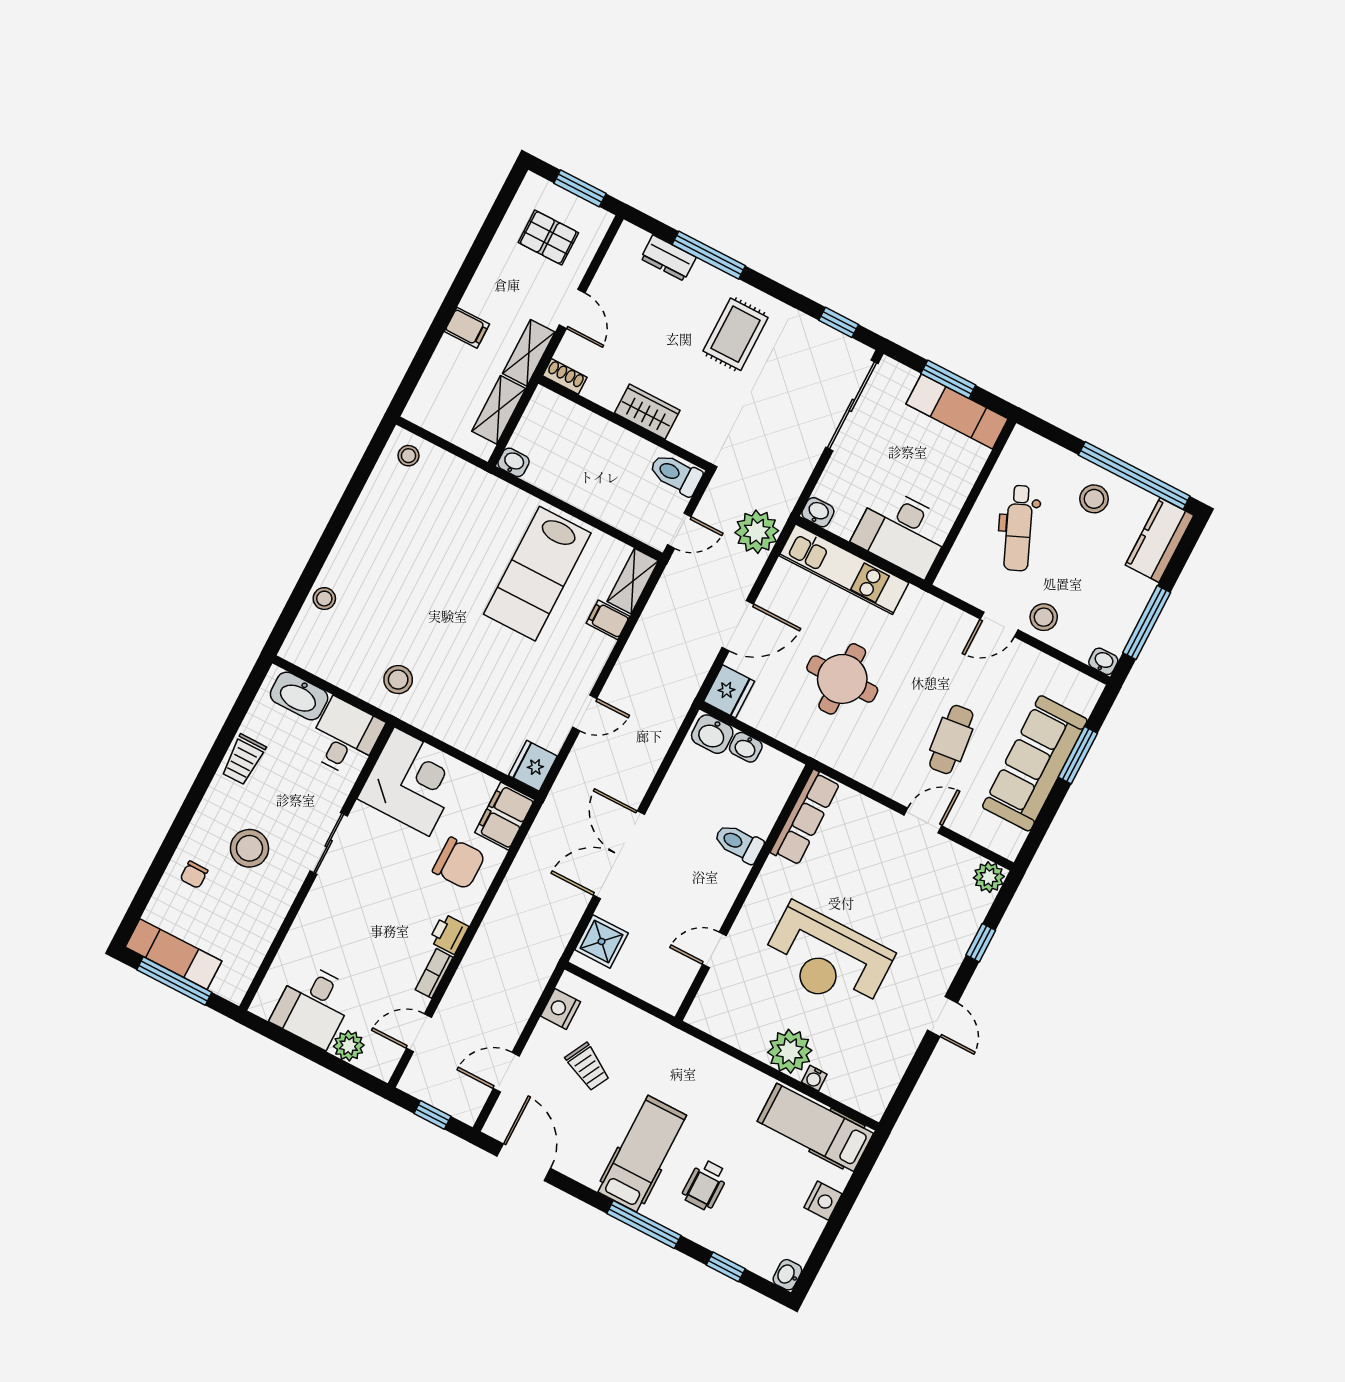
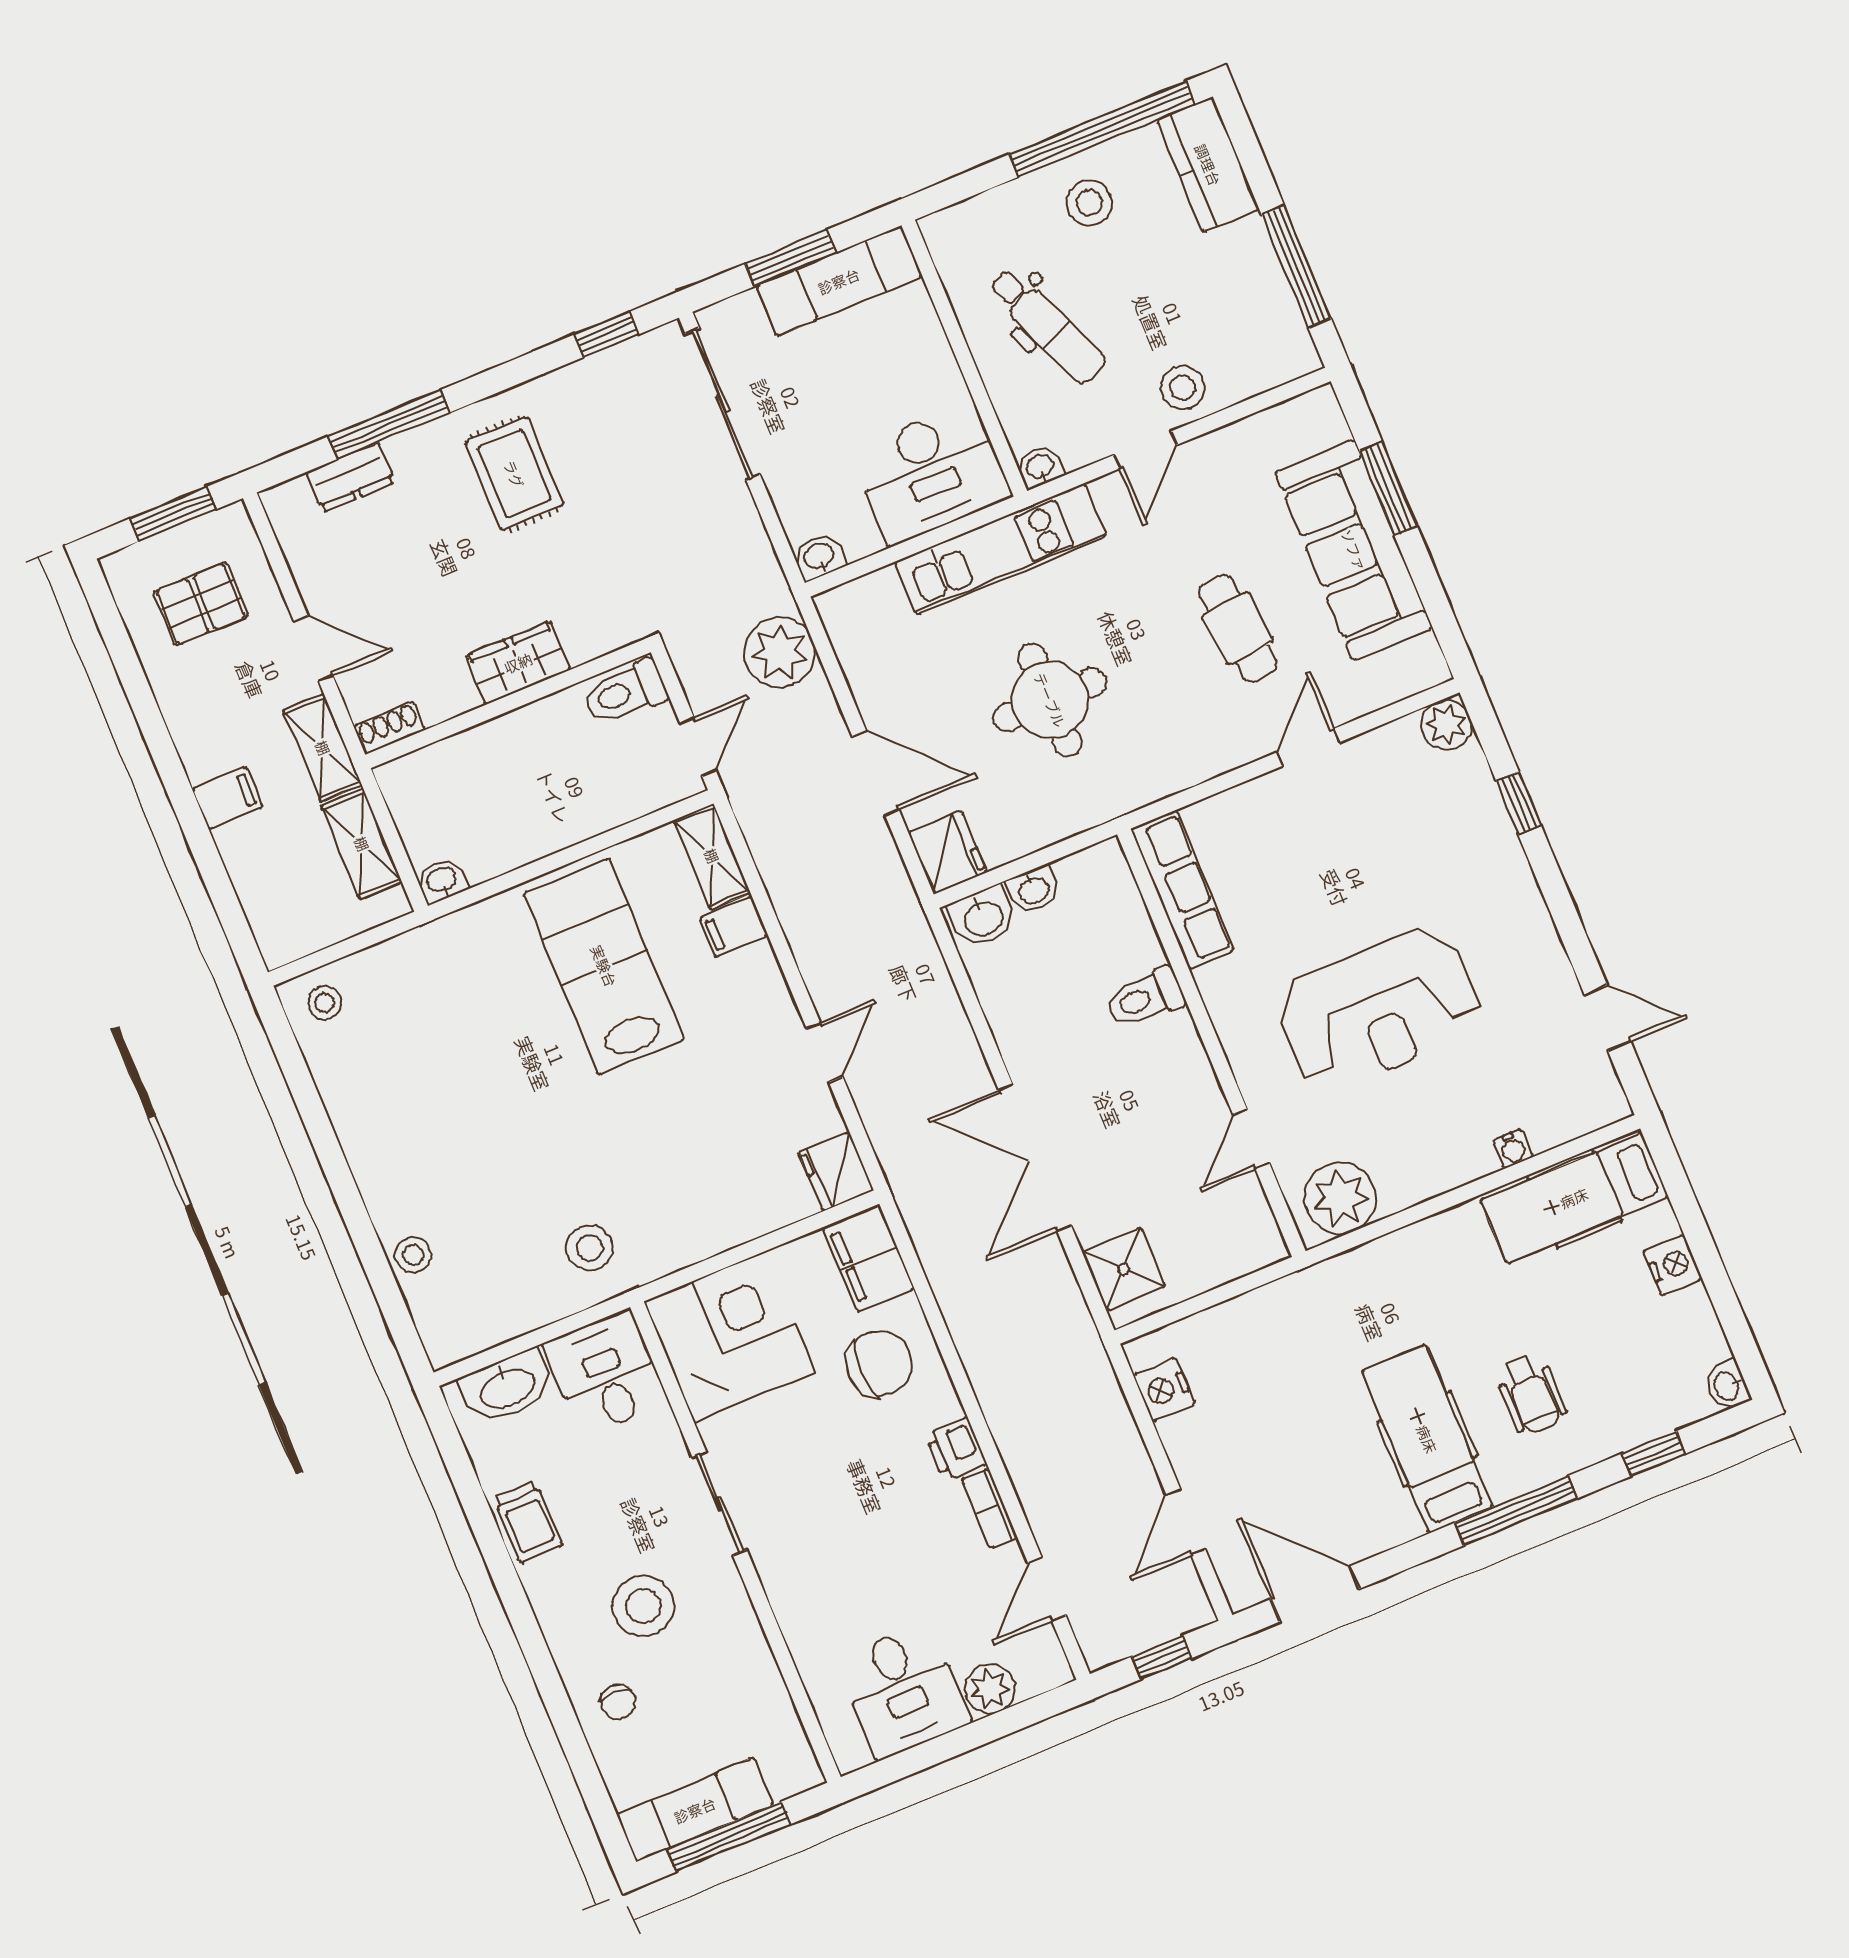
kitchen unit: (844, 569) -> (1000, 549), moved
lab bench: (537, 574) -> (604, 966), turned 180
door: (738, 626) -> (876, 773), hinge flipped
washbasin: (1103, 661) -> (1040, 467), moved
door: (942, 1017) -> (1608, 1018), moved
plant: (790, 1051) -> (1341, 1198), moved
trolley: (588, 1067) -> (1264, 1416), removed

